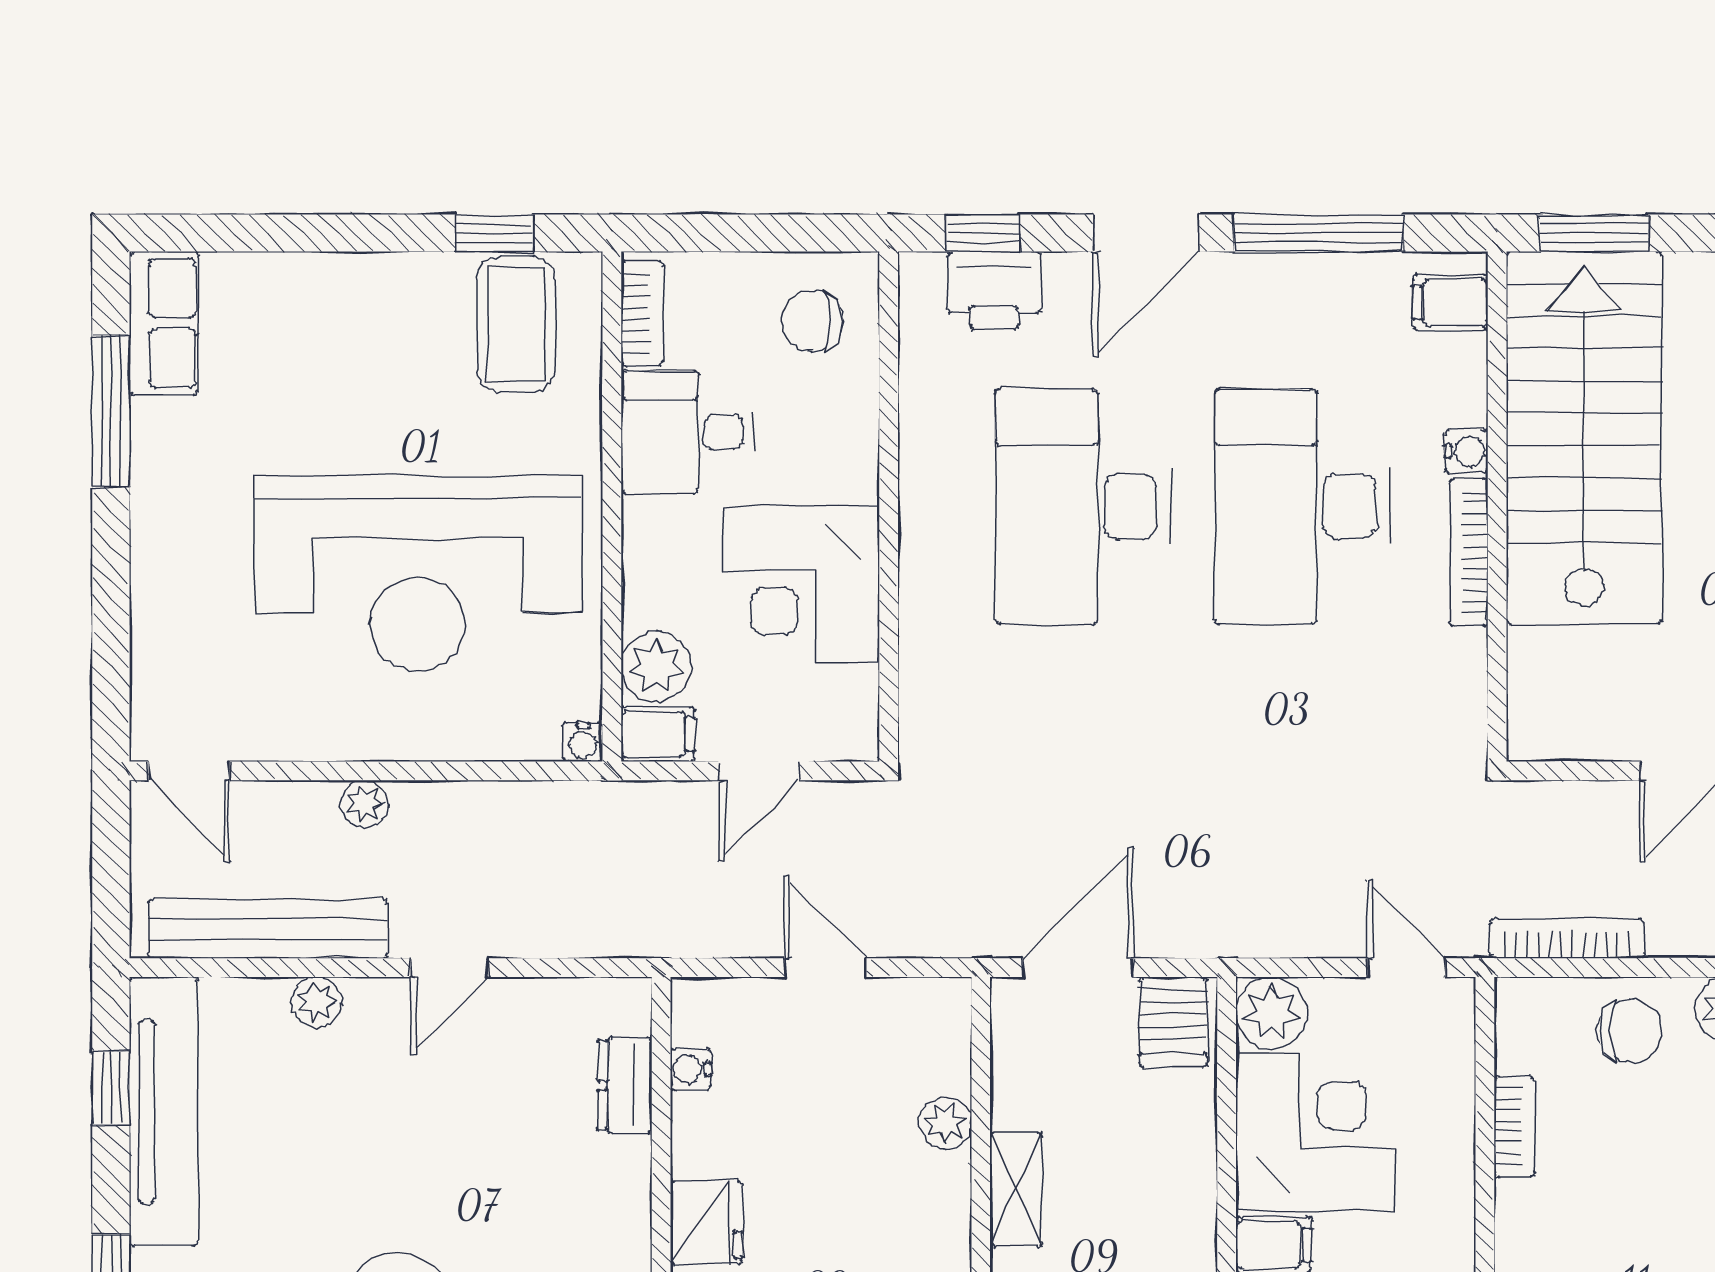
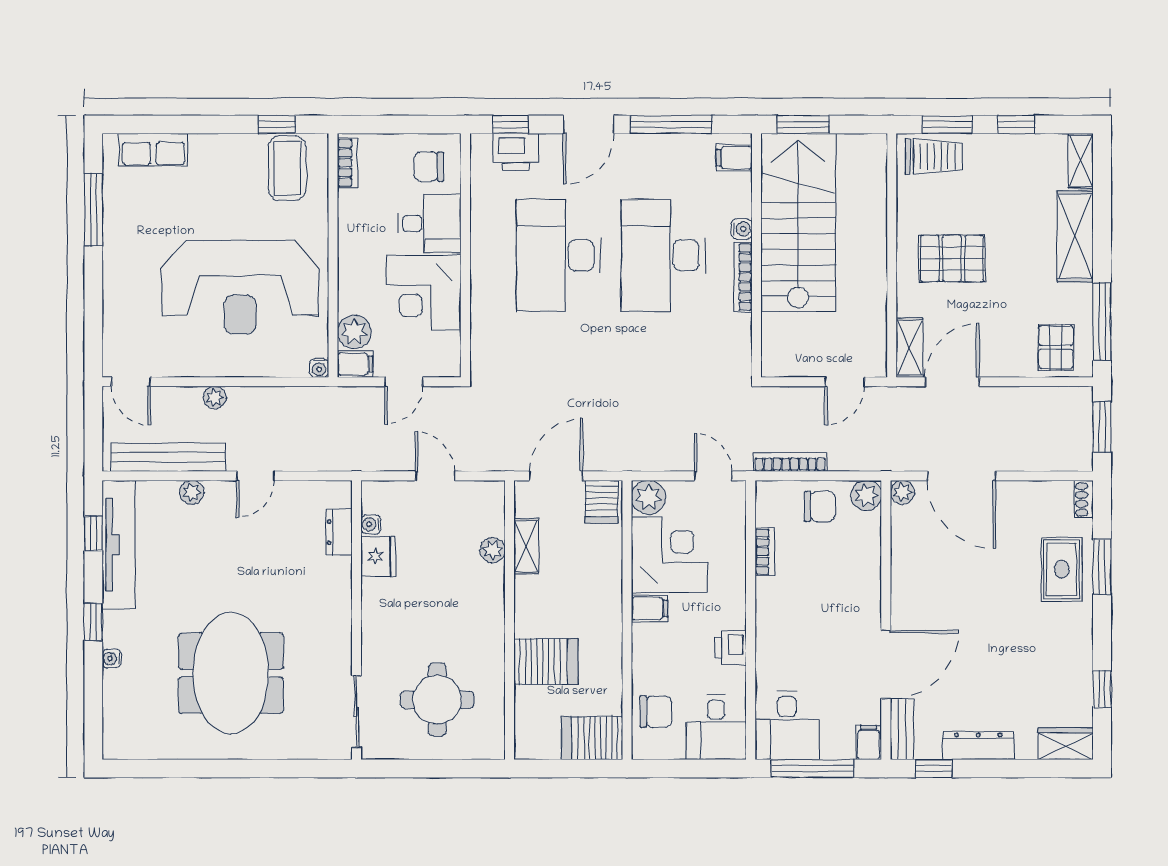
row of seats: (164, 323) -> (153, 150), moved, turned 90
desk: (687, 432) -> (429, 223), moved, turned 180
shelving: (1016, 1189) -> (526, 546), moved
fridge: (706, 1223) -> (378, 556), moved

